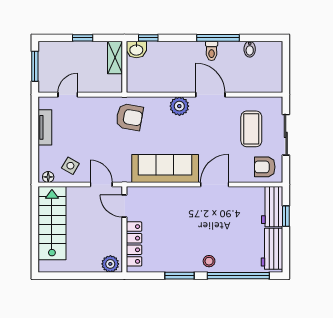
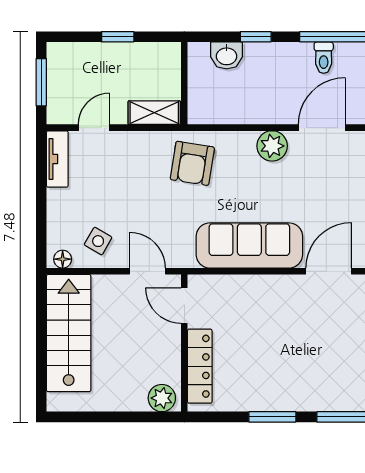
window: (148, 38) -> (256, 37), moved
washbasin: (136, 50) -> (227, 55), moved
shelving: (115, 57) -> (154, 113), moved, turned 90
door: (210, 95) -> (322, 128), hinge flipped
armchair: (129, 117) -> (192, 163), turned 89
tv unit: (45, 127) -> (57, 159), moved
stool: (209, 261) -> (320, 394), removed

